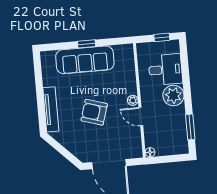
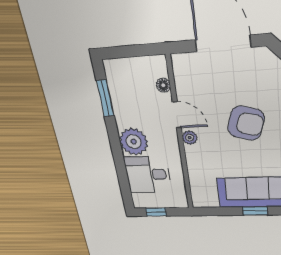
floor lamp: (150, 152) -> (163, 85), moved

